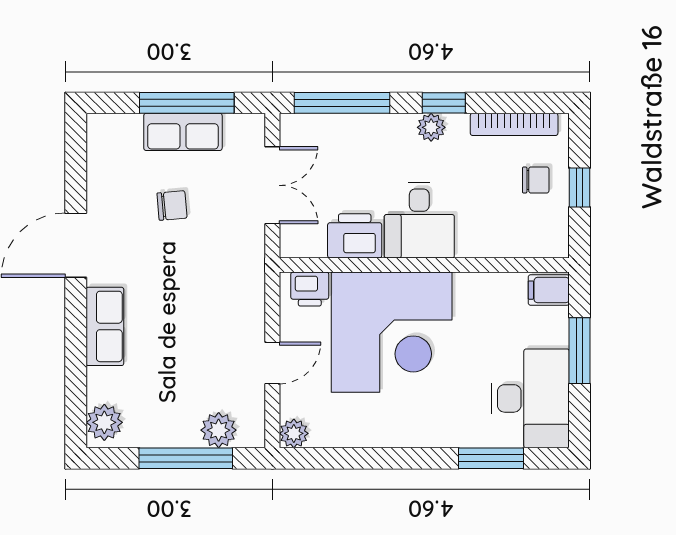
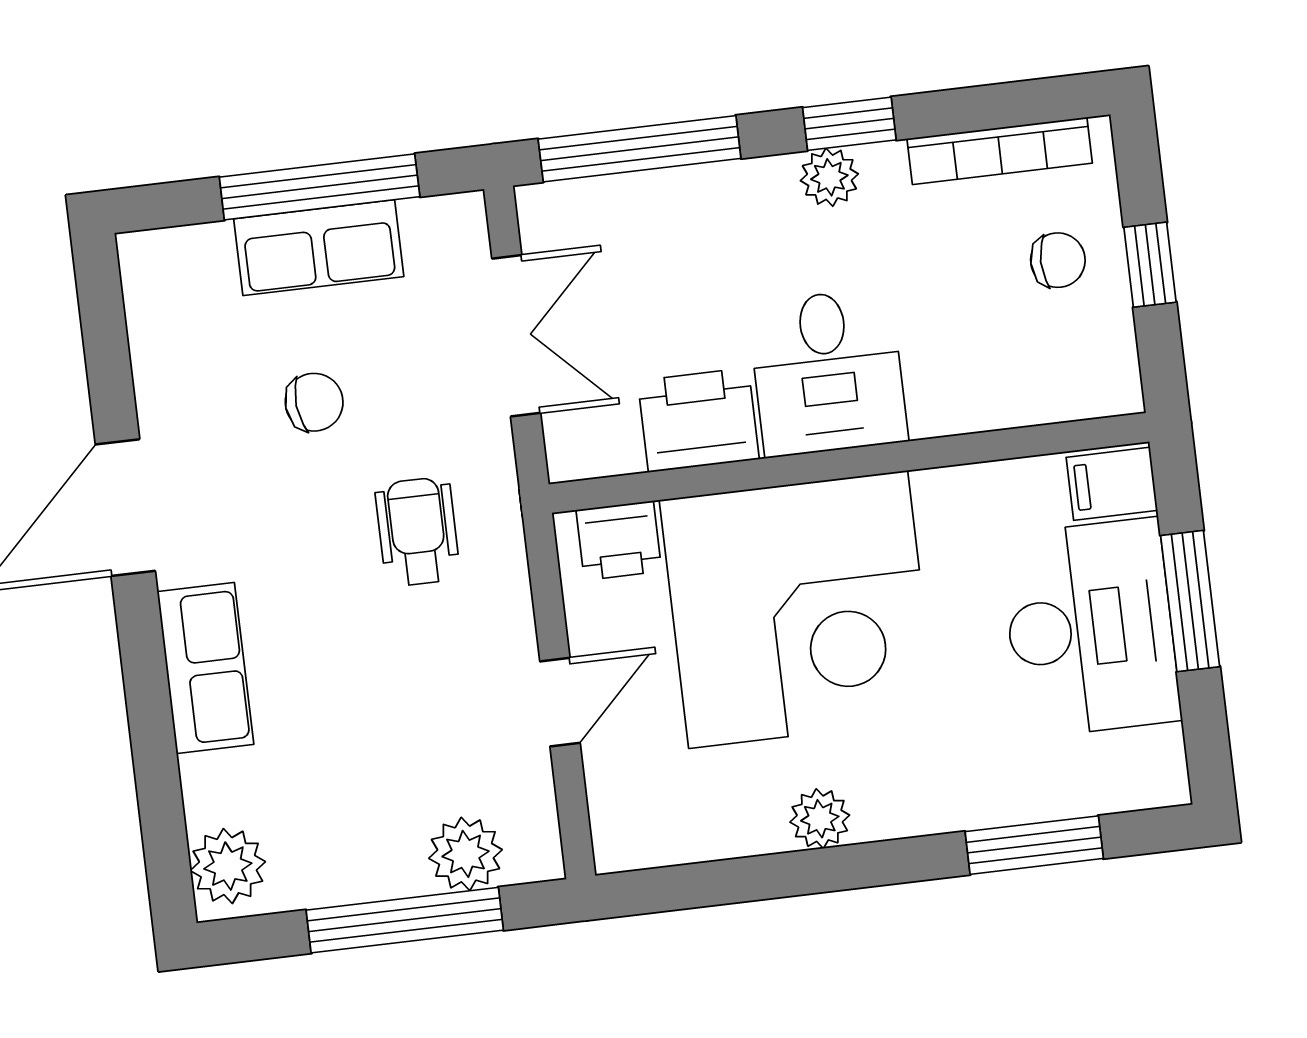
wheelchair: (214, 273) -> (418, 532), added
desk: (530, 398) -> (1090, 628), moved
plant: (294, 433) -> (820, 819), moved

